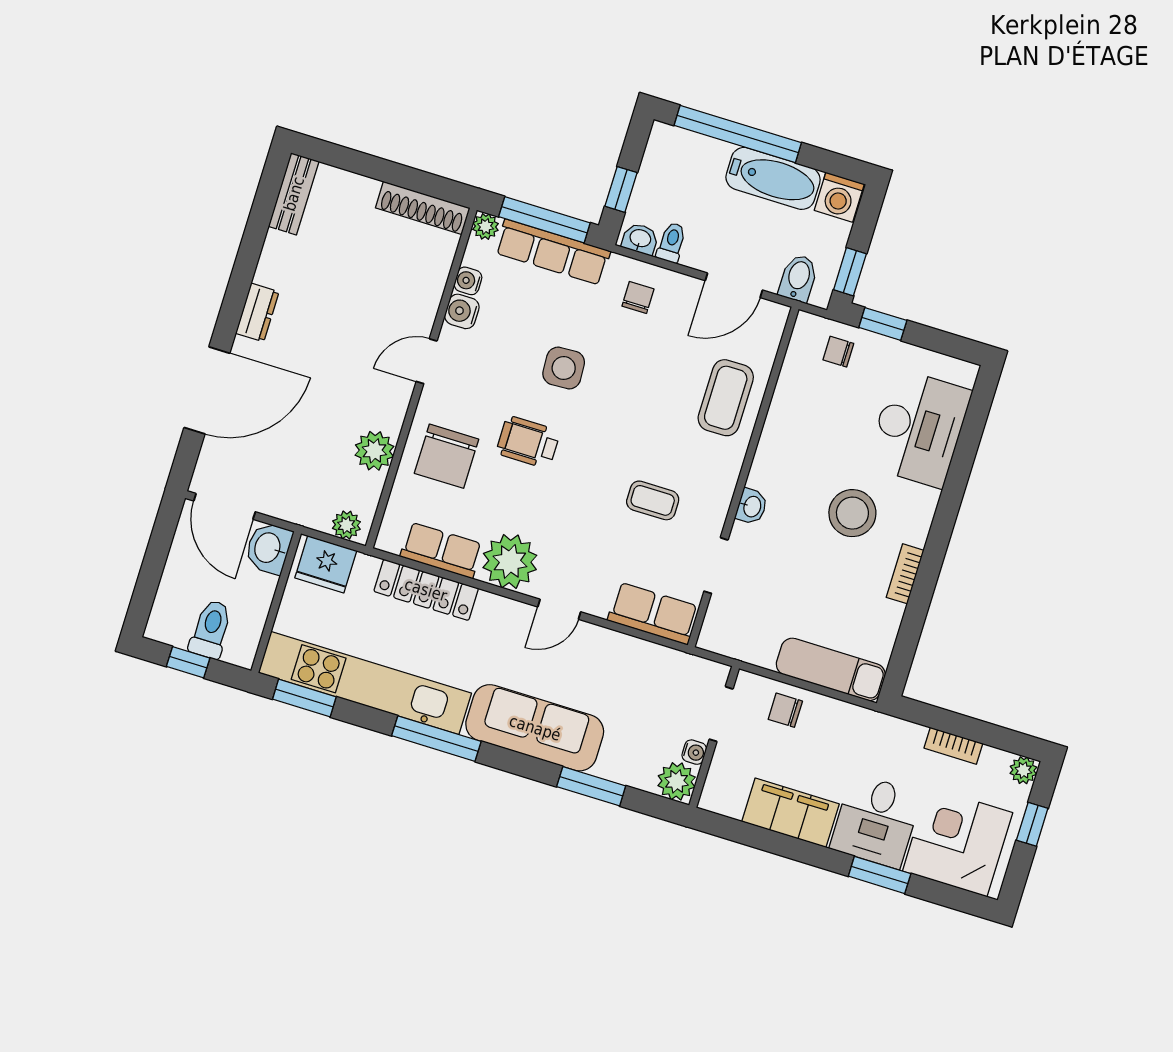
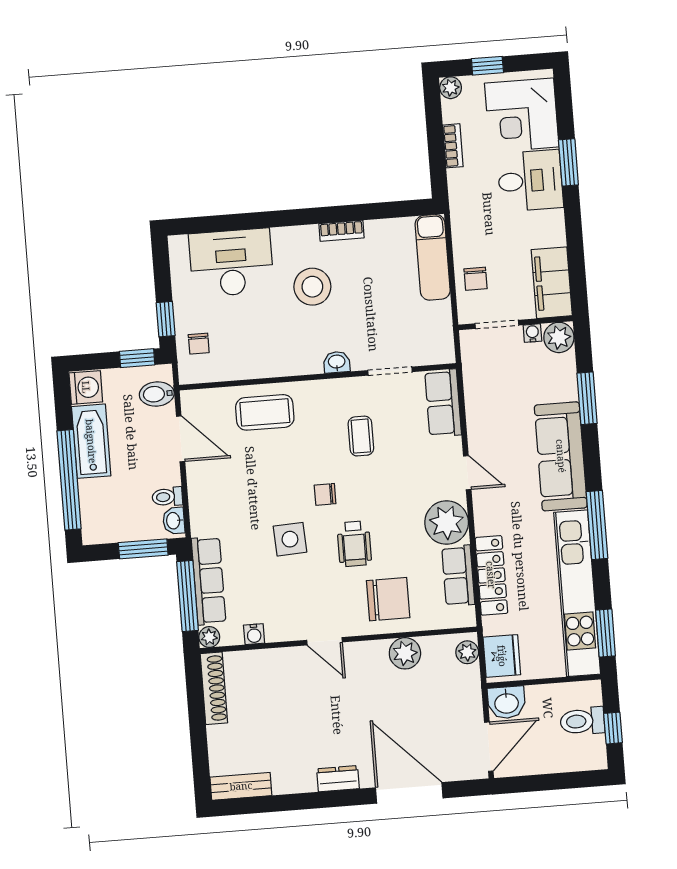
window: (621, 189) -> (143, 549), width x1.50
chair: (638, 297) -> (325, 494), moved
water cooler: (462, 311) -> (278, 630), removed
filing cabinet: (790, 813) -> (552, 283), moved

